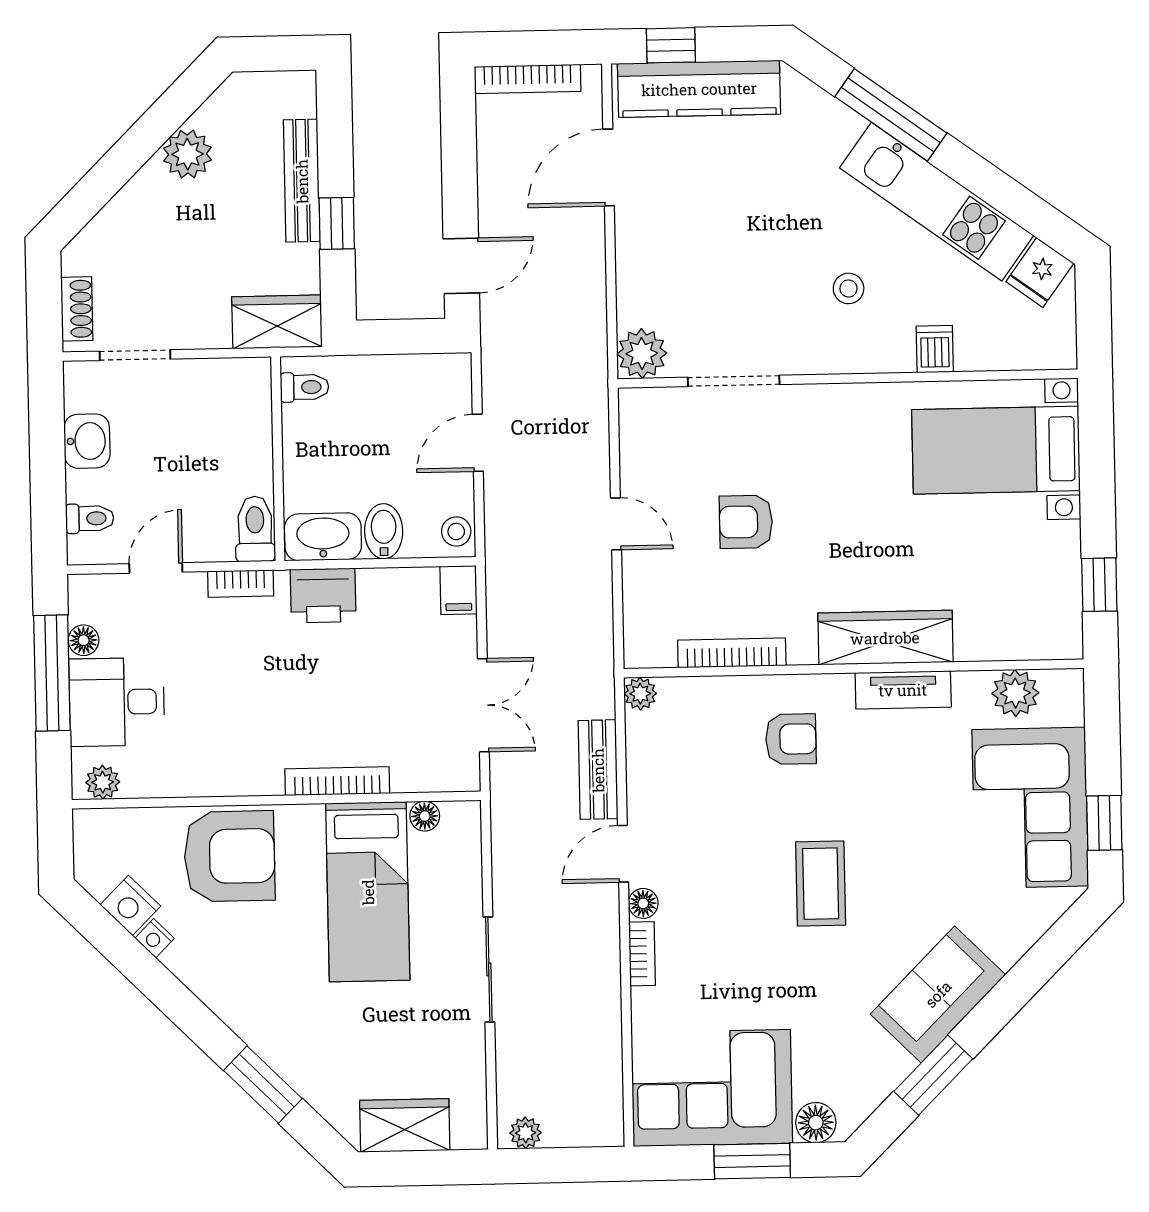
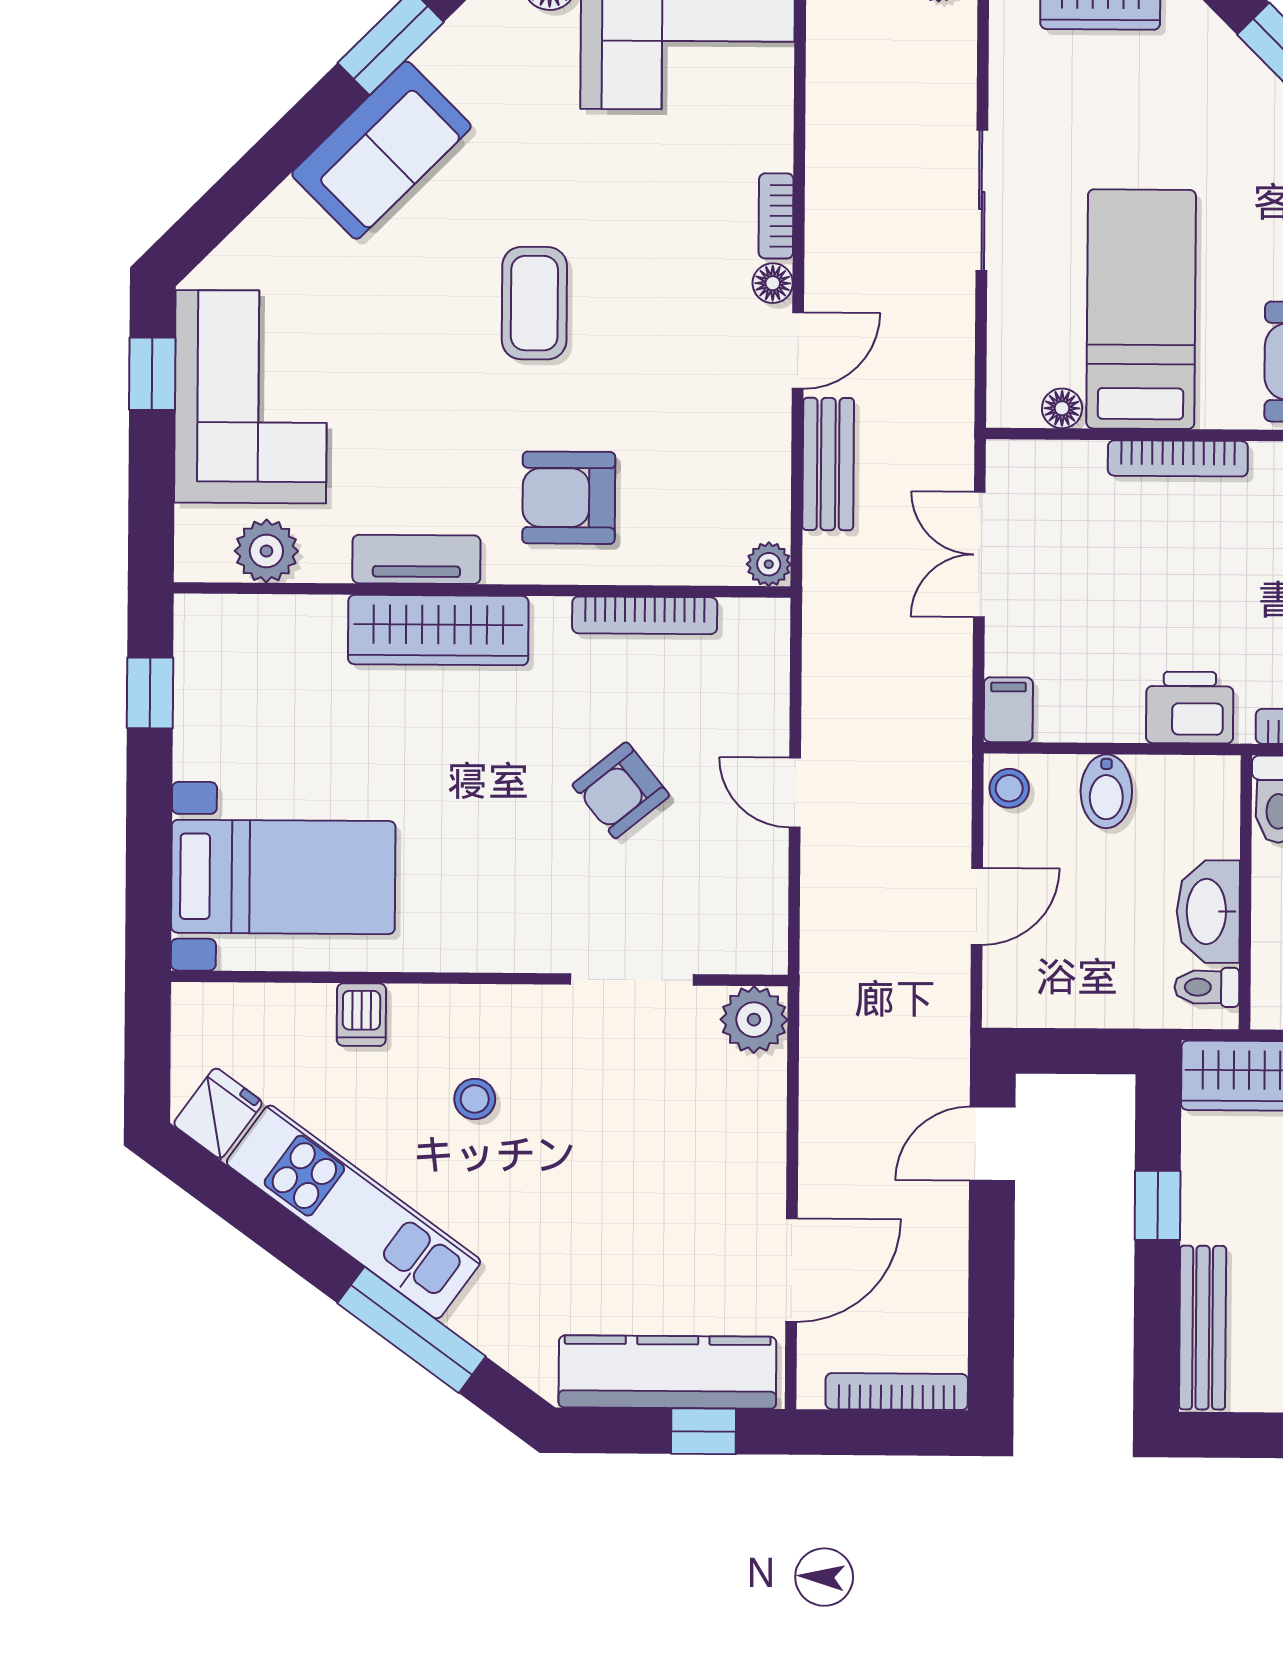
bench: (302, 181) -> (1203, 1328), moved
armchair: (746, 522) -> (621, 790), turned 141
washbasin: (323, 537) -> (1208, 912), moved, turned 90
armchair: (791, 739) -> (569, 498), width x1.38, depth x1.38

